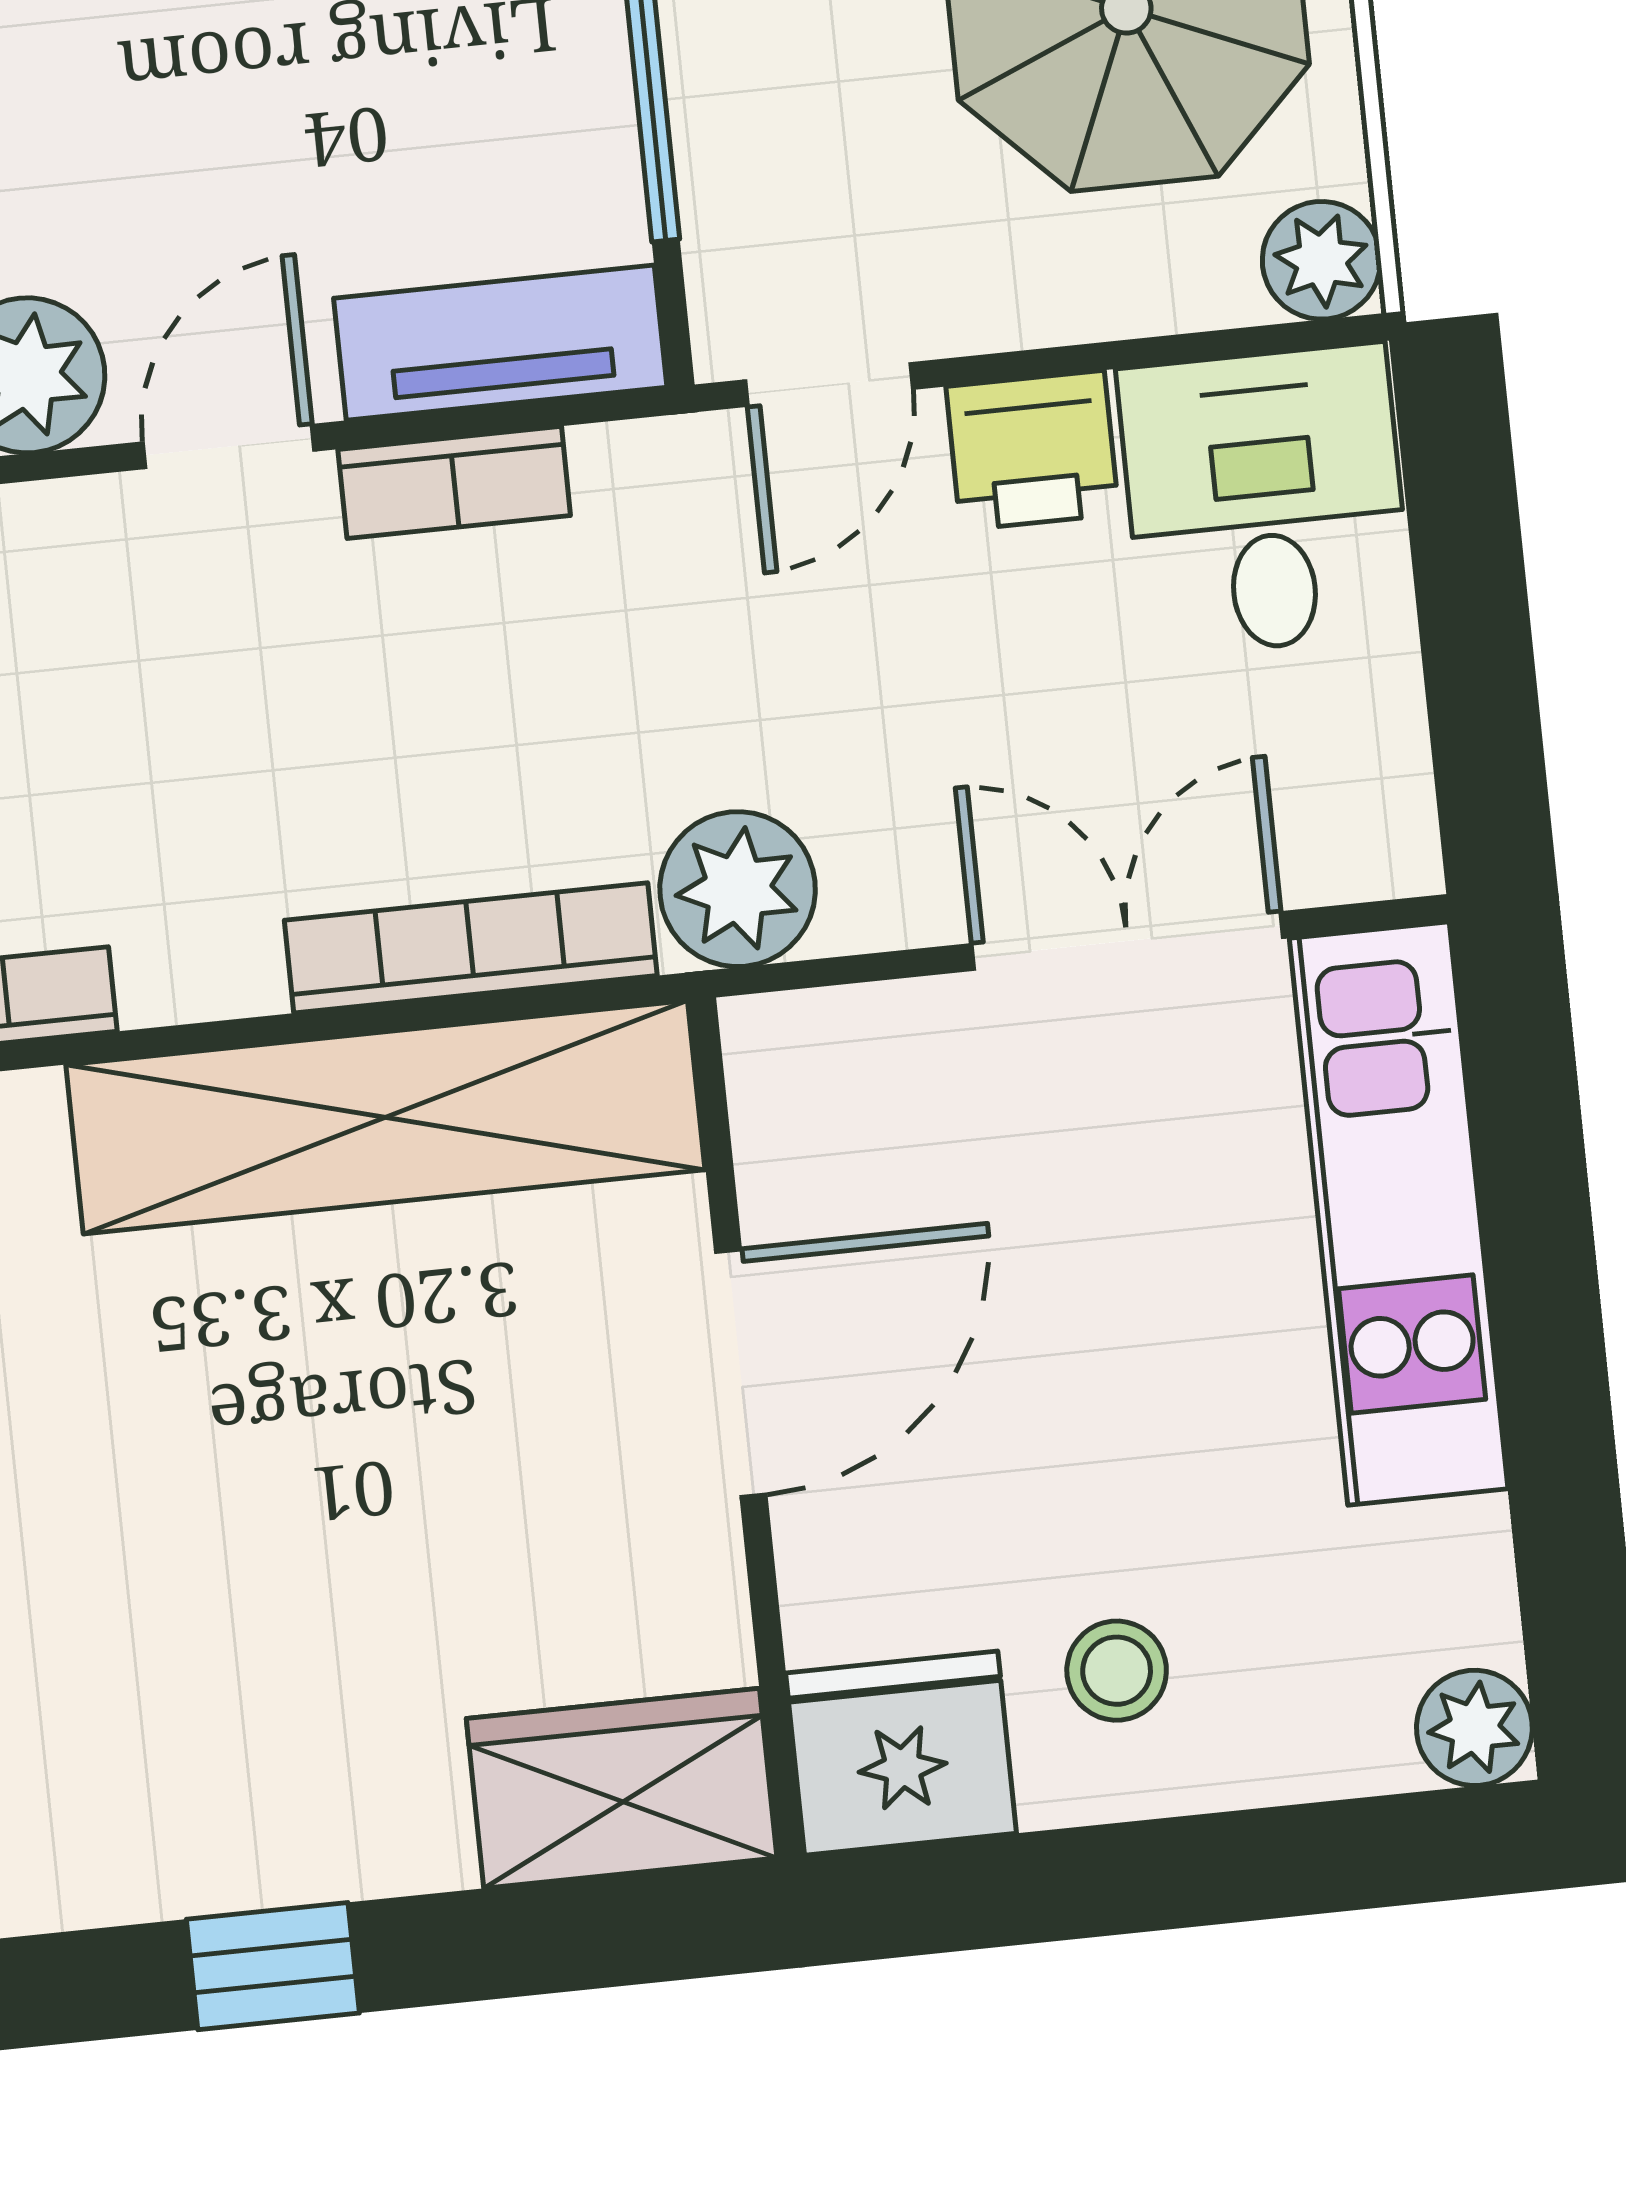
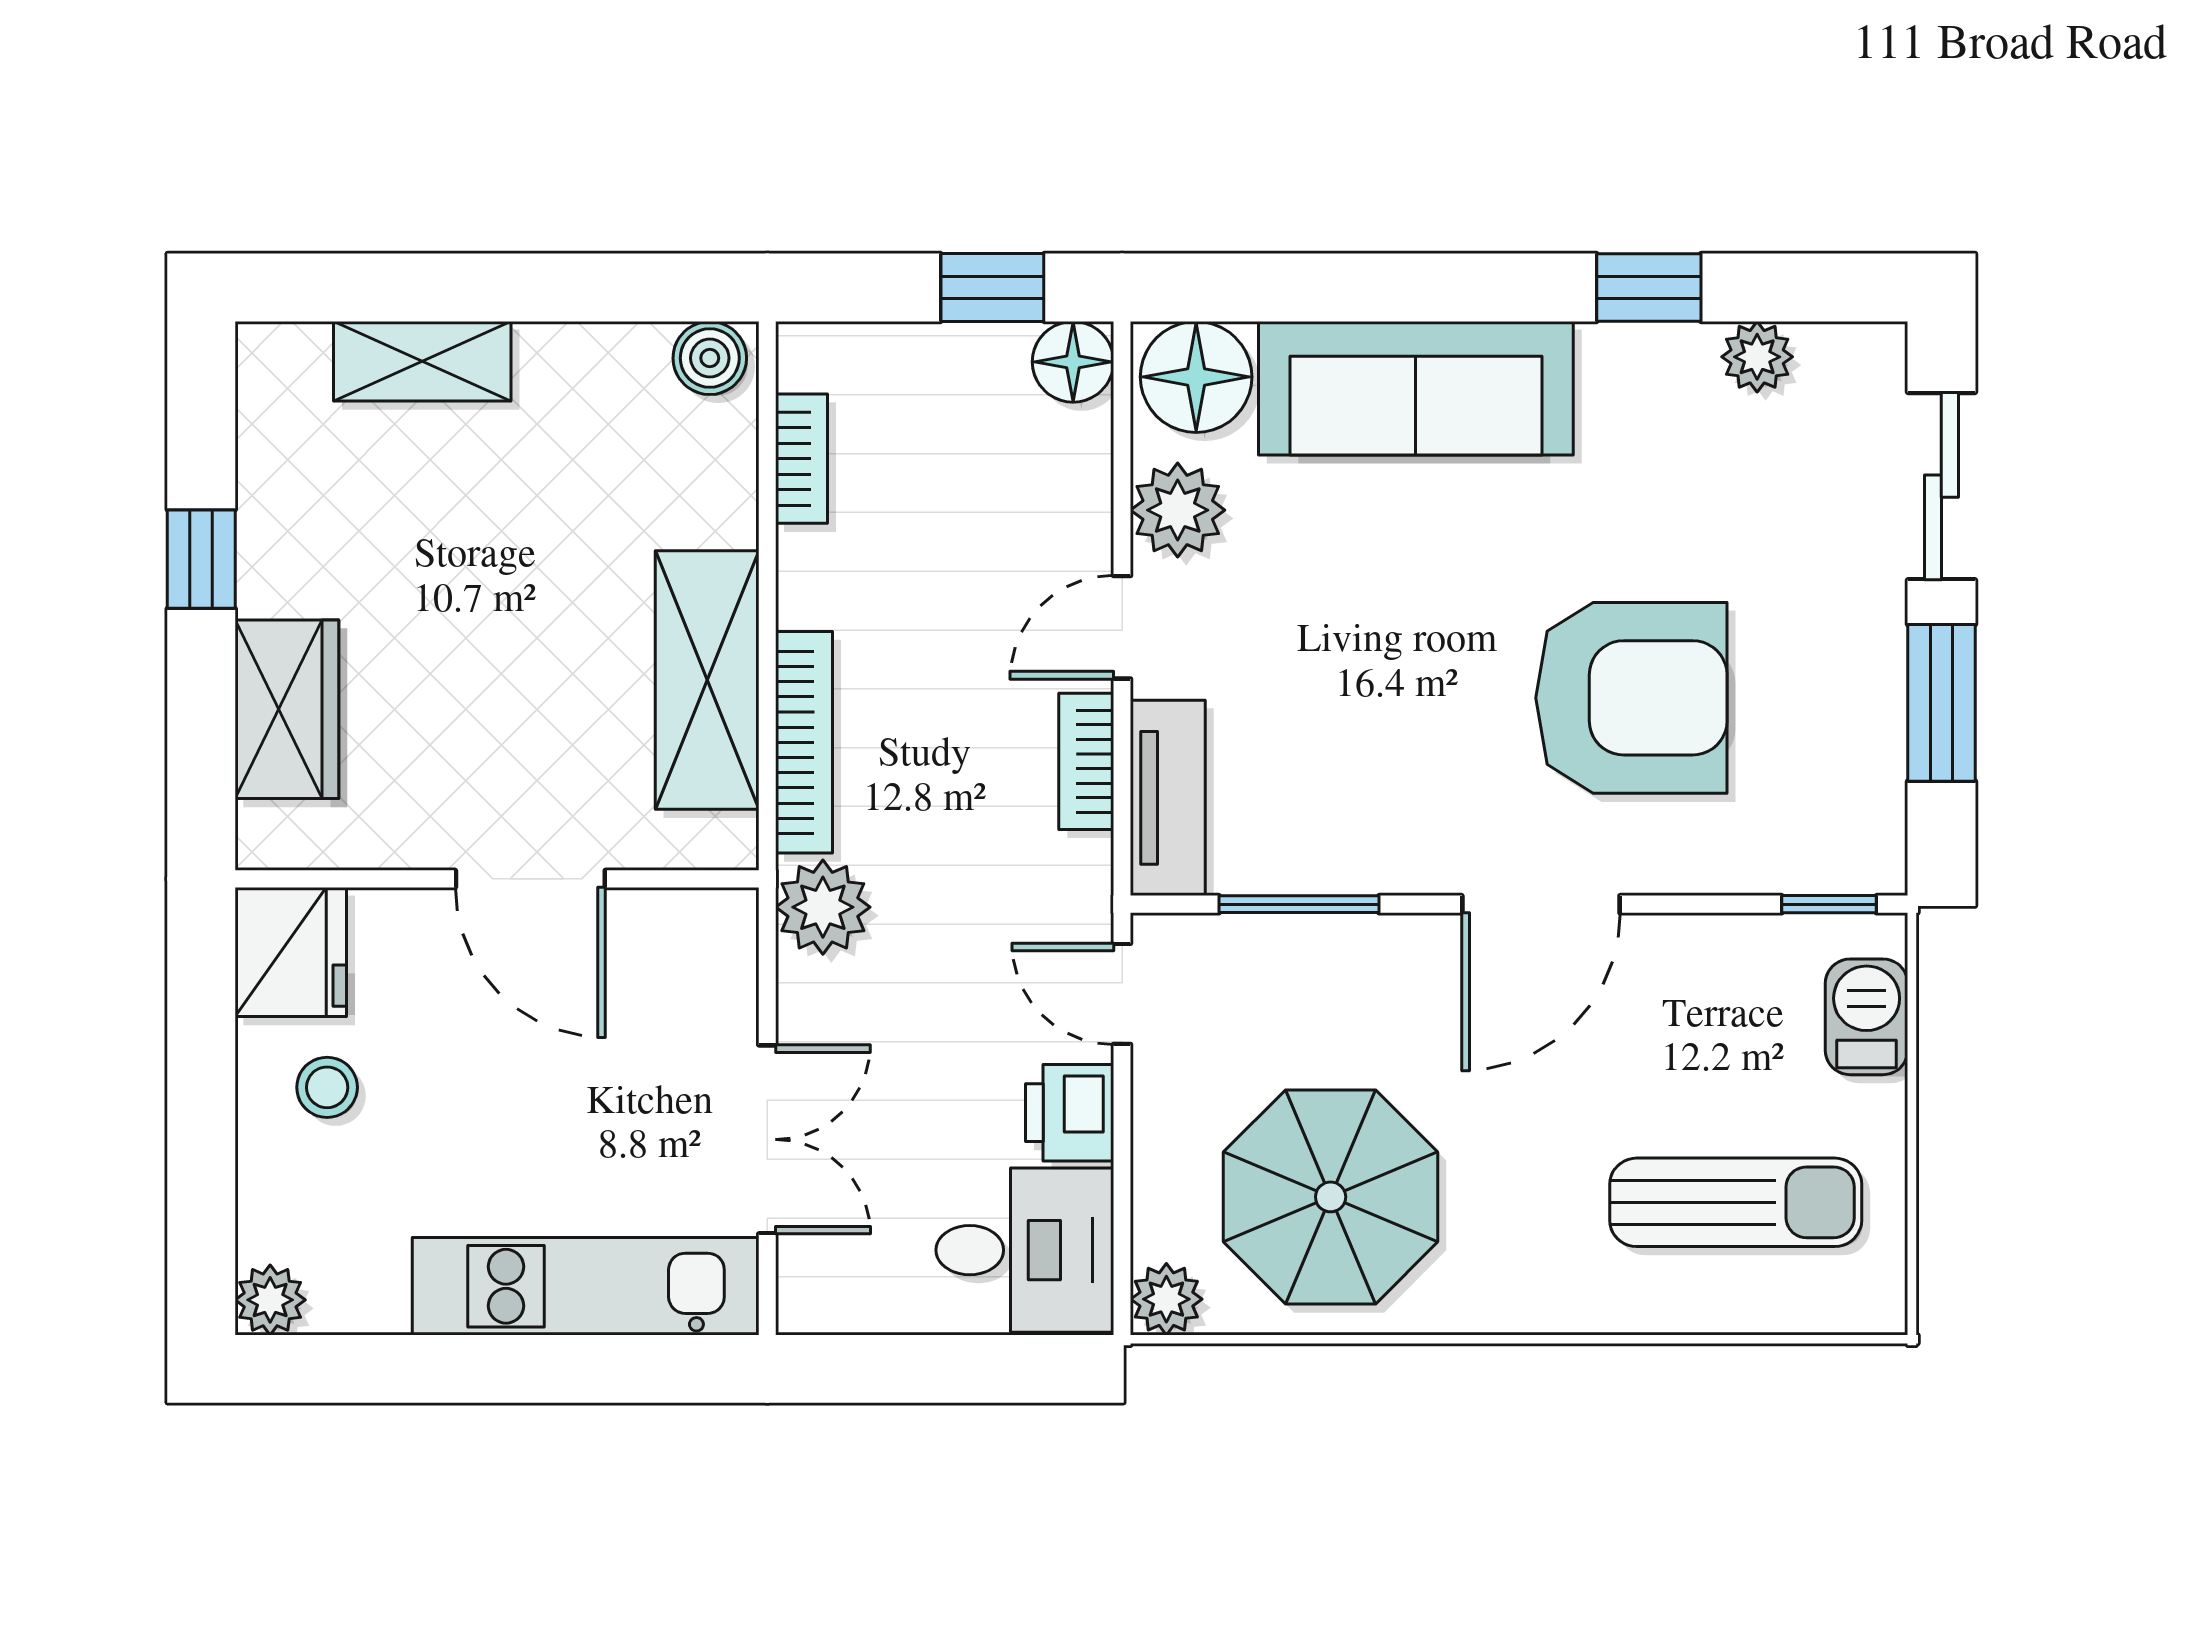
door: (229, 447) -> (1122, 627), swing flipped
shelving: (385, 1117) -> (707, 680), width x0.68
wardrobe: (622, 1788) -> (287, 709), moved

